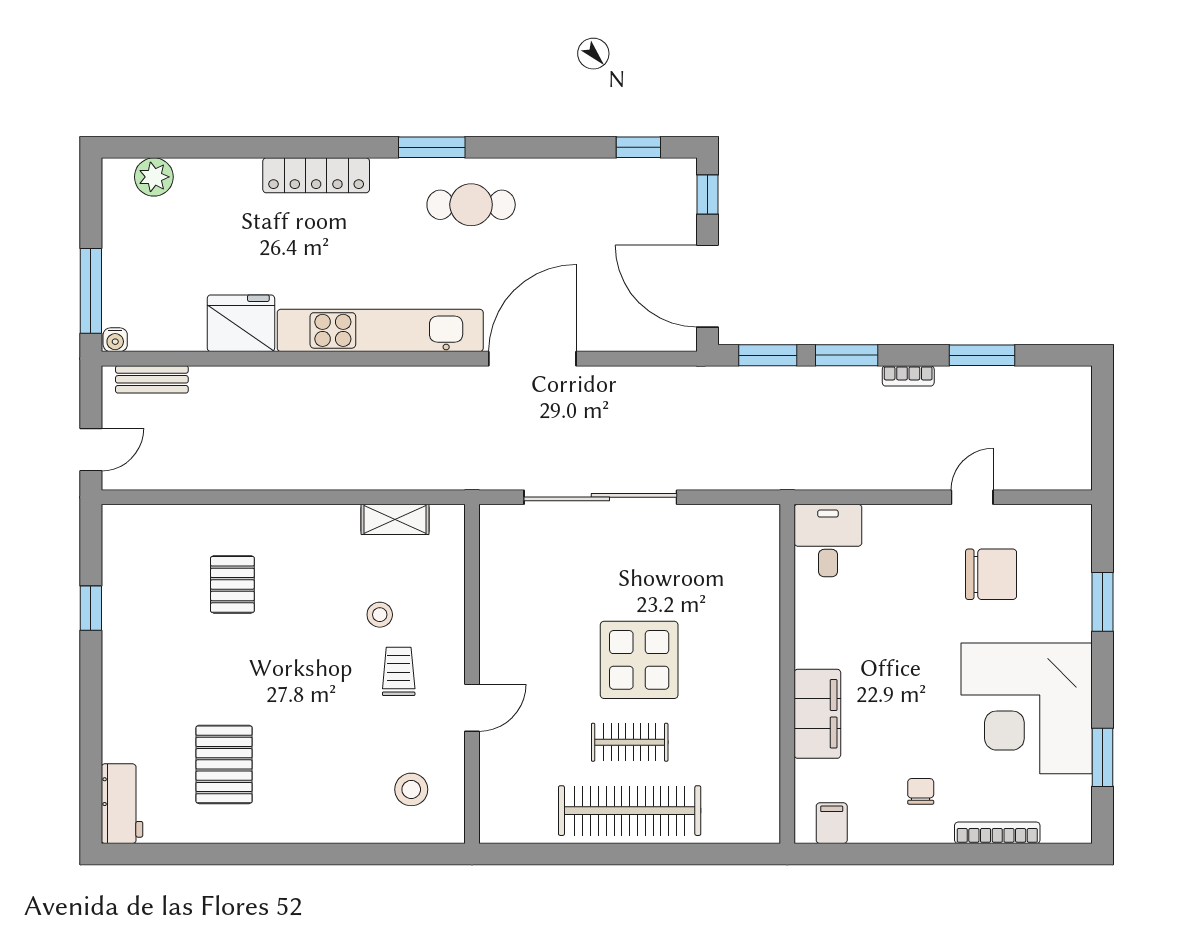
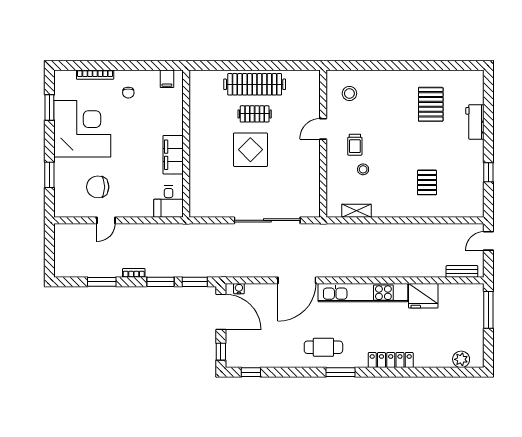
water cooler: (115, 340) -> (239, 289), moved
filing cabinet: (817, 714) -> (173, 155), moved
workbench: (122, 804) -> (475, 122), moved

